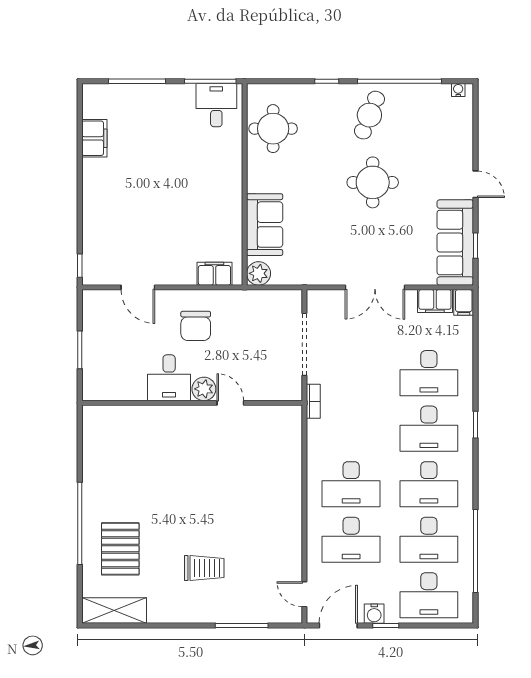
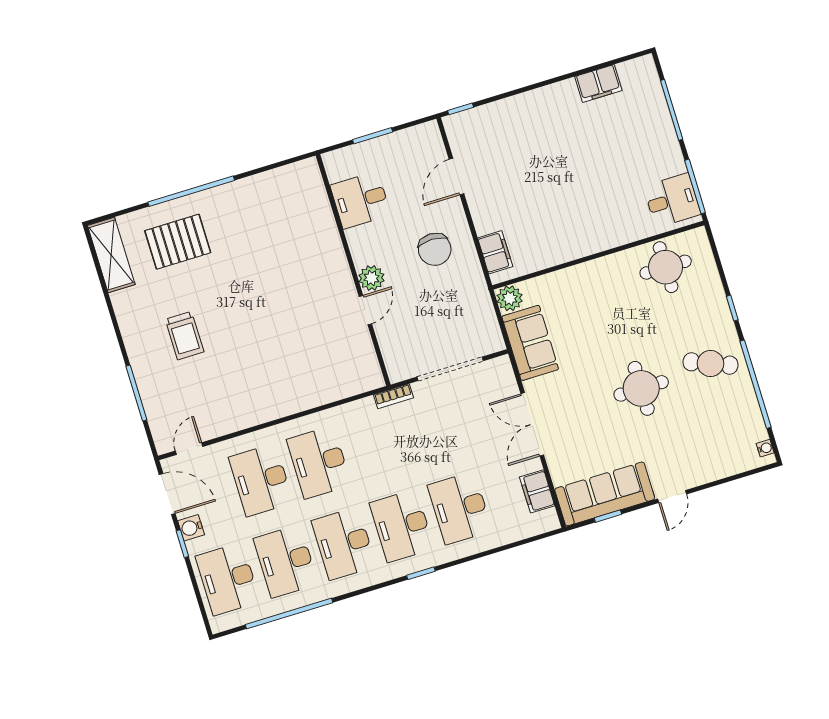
sofa: (265, 225) -> (530, 343), moved, turned -90
filing cabinet: (464, 302) -> (545, 522), removed
chair: (196, 326) -> (435, 249), turned -90
desk: (169, 378) -> (360, 200), moved

